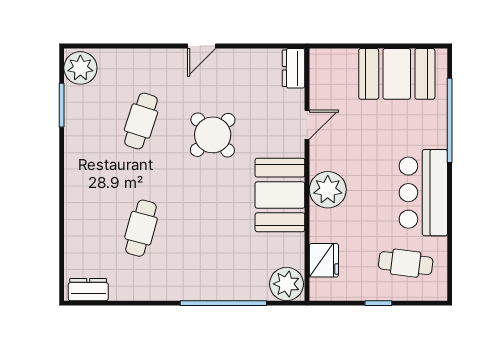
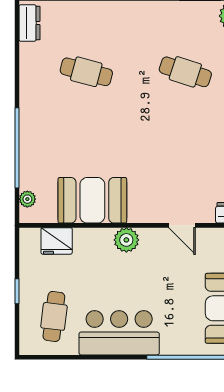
round table: (213, 135) -> (172, 138), removed
plant: (328, 190) -> (126, 240), width x0.73, depth x0.73
booth: (280, 195) -> (92, 200), moved
plant: (286, 284) -> (27, 199), width x0.53, depth x0.53

